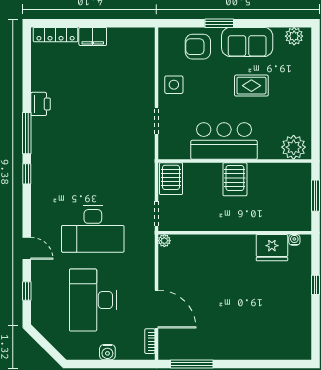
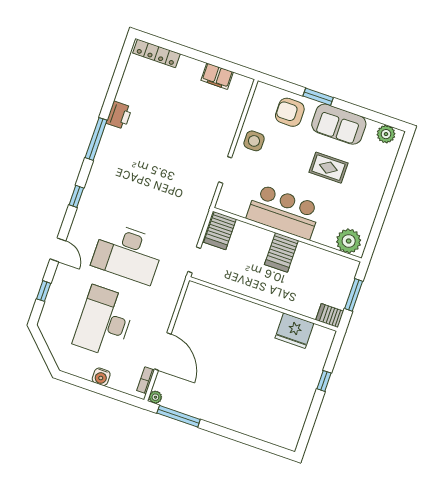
filing cabinet: (93, 36) -> (217, 76), moved
window: (27, 174) -> (76, 196), moved
server rack: (300, 222) -> (330, 316), added
water cooler: (294, 240) -> (319, 331), removed
plant: (164, 241) -> (155, 397), moved

